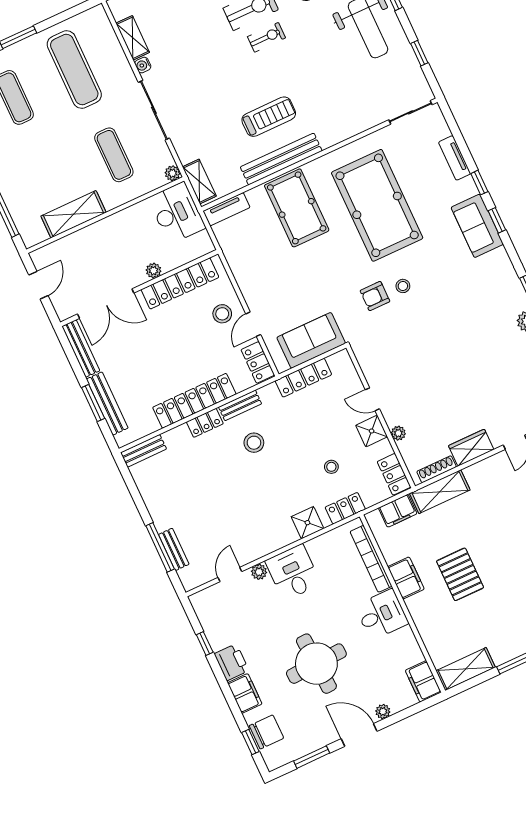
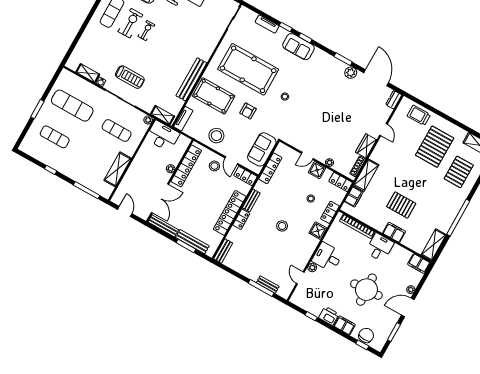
treadmill: (269, 117) -> (130, 77), moved, turned 90
stool: (258, 270) -> (216, 136), added
armchair: (375, 296) -> (248, 111), moved
stool: (254, 443) -> (282, 226), moved
filing cabinet: (406, 578) -> (394, 232), moved

